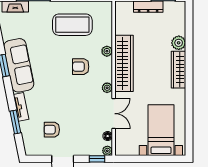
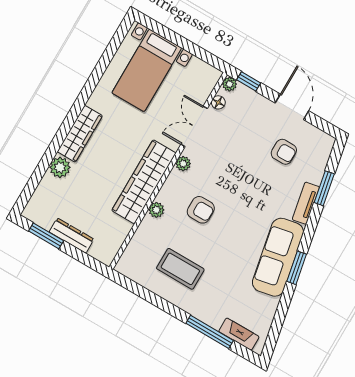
coffee table: (72, 25) -> (180, 269), width x0.73, depth x0.76

